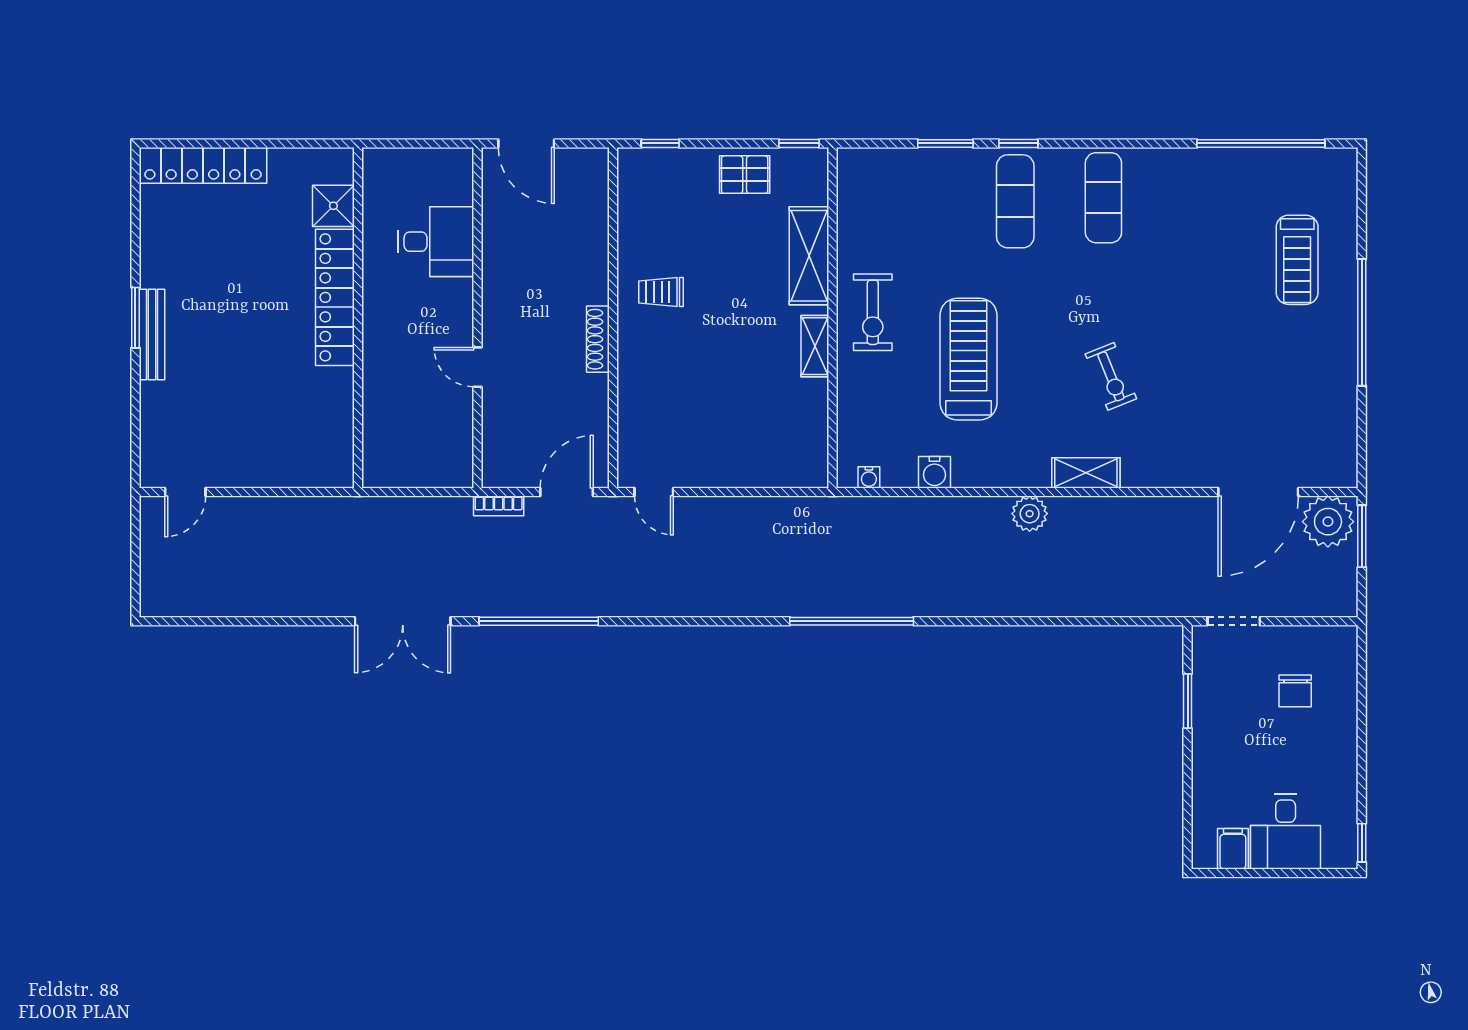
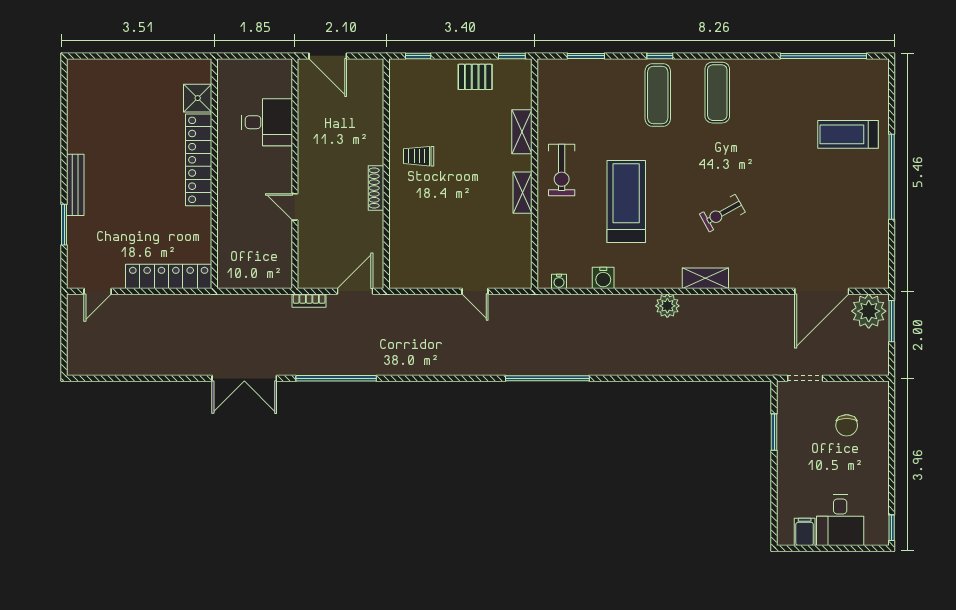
window: (945, 143) -> (586, 56), moved
locker: (203, 165) -> (169, 276), moved, turned 180
shelving: (809, 256) -> (522, 132), width x0.67, depth x0.75
treadmill: (1297, 260) -> (848, 134), turned 90
window: (135, 318) -> (64, 225), moved
exercise bike: (1111, 376) -> (722, 213), turned 83
door: (654, 492) -> (475, 291), moved

